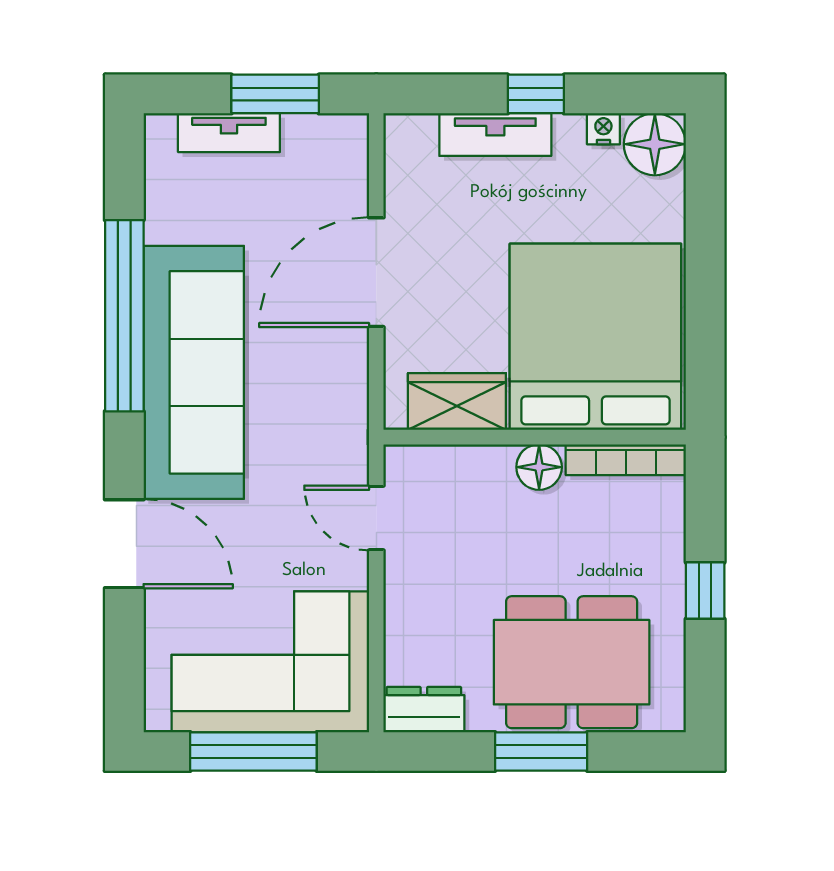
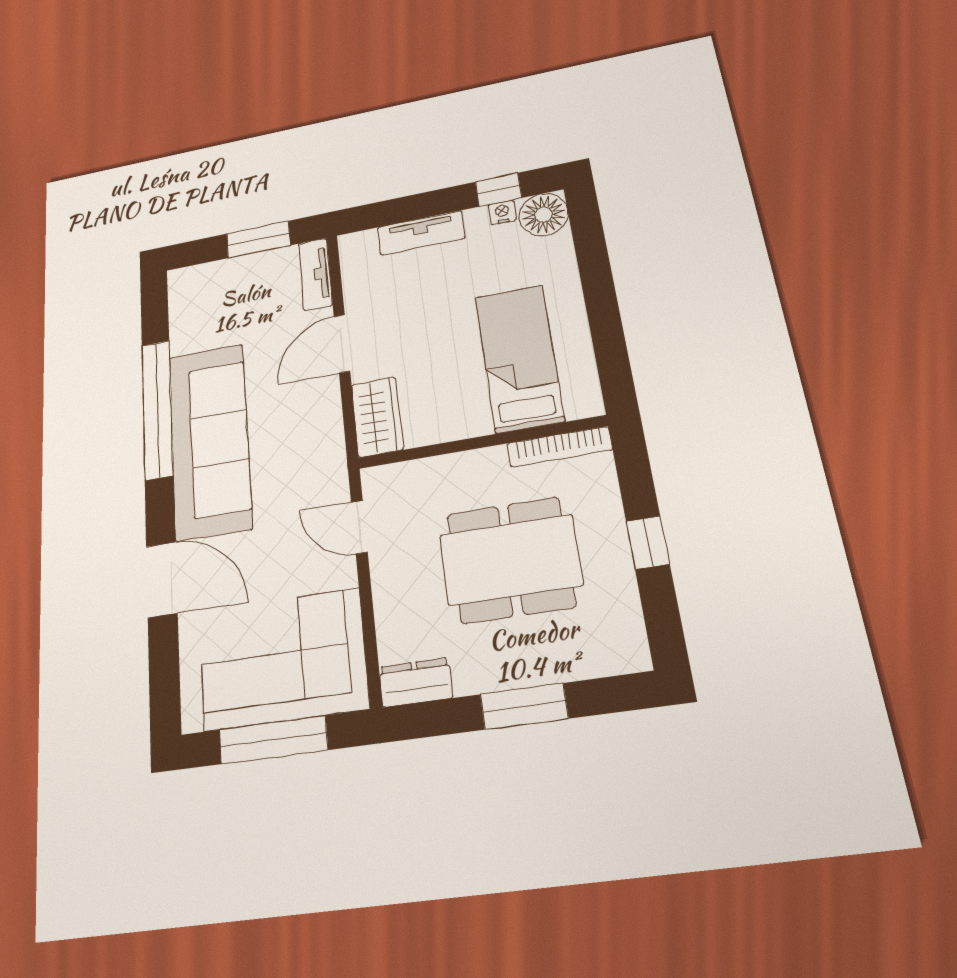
window: (536, 94) -> (498, 190), moved
tv unit: (229, 133) -> (315, 274), moved, turned 90
door: (376, 272) -> (342, 344), width x0.73
bed: (595, 337) -> (519, 358), width x0.49
wardrobe: (457, 402) -> (377, 417), moved, turned 90
floor lamp: (539, 467) -> (488, 465), removed
dining table: (572, 662) -> (510, 560), moved

